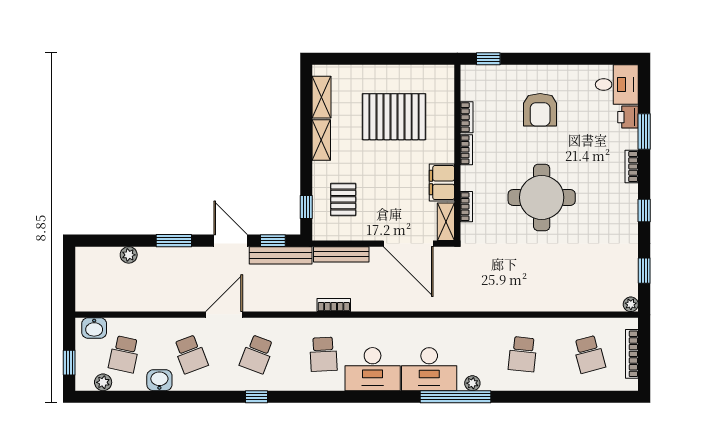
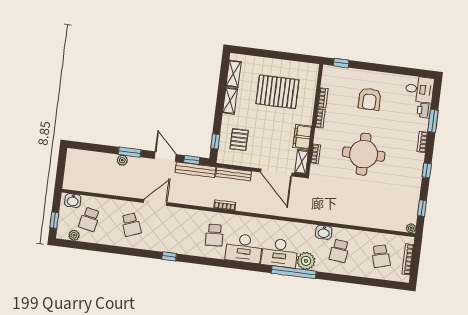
plant: (129, 255) -> (122, 160), moved
school desk: (257, 354) -> (173, 230), removed
washbasin: (159, 380) -> (324, 232), moved, turned 180
plant: (472, 383) -> (306, 261), width x1.88, depth x1.88

